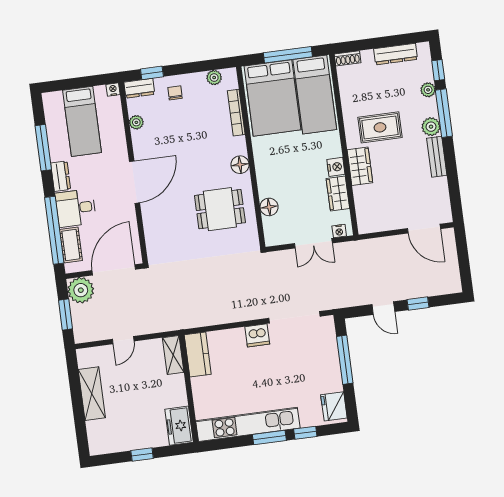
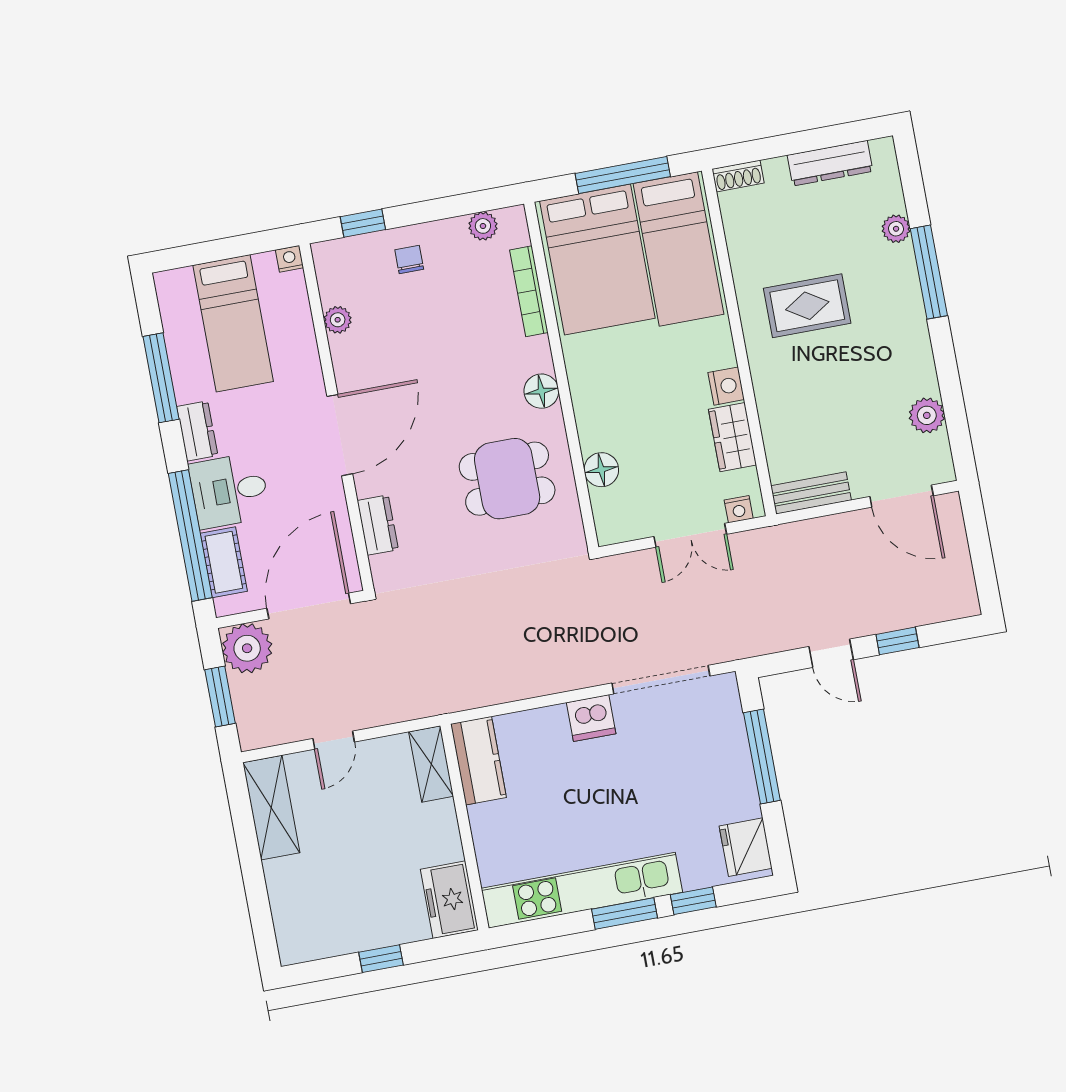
window: (438, 70) -> (914, 190), removed
dresser: (139, 88) -> (378, 525), moved, turned -90
plant: (431, 127) -> (927, 415), moved
bench: (437, 157) -> (811, 493), moved, turned 90
wardrobe: (360, 166) -> (772, 382), removed
shelving: (92, 394) -> (271, 808), moved

